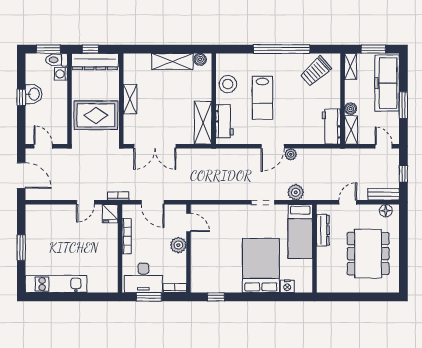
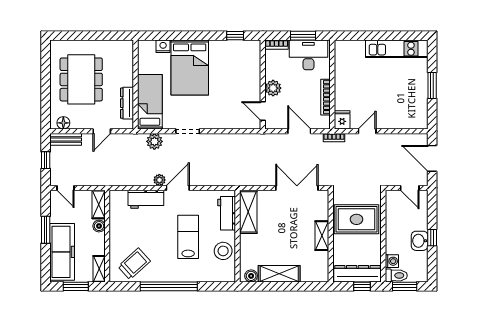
workbench: (331, 127) -> (146, 199), moved, turned 90

